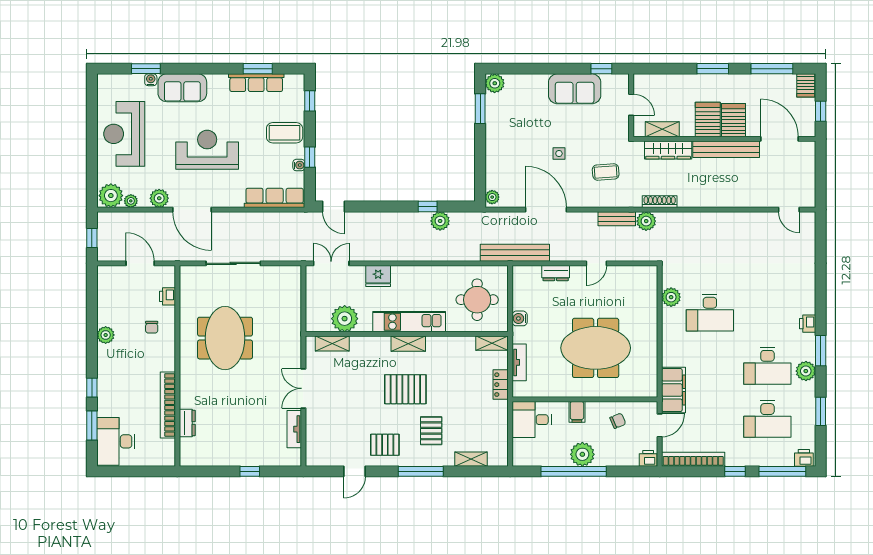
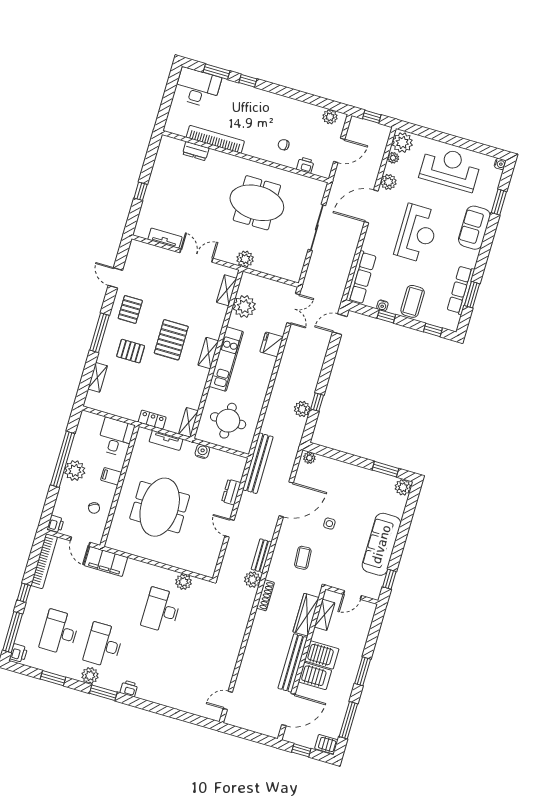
water cooler: (151, 80) -> (500, 164), moved
sofa: (575, 89) -> (381, 544), width x1.36
plant: (292, 333) -> (245, 259), added
plant: (106, 335) -> (330, 117), moved

